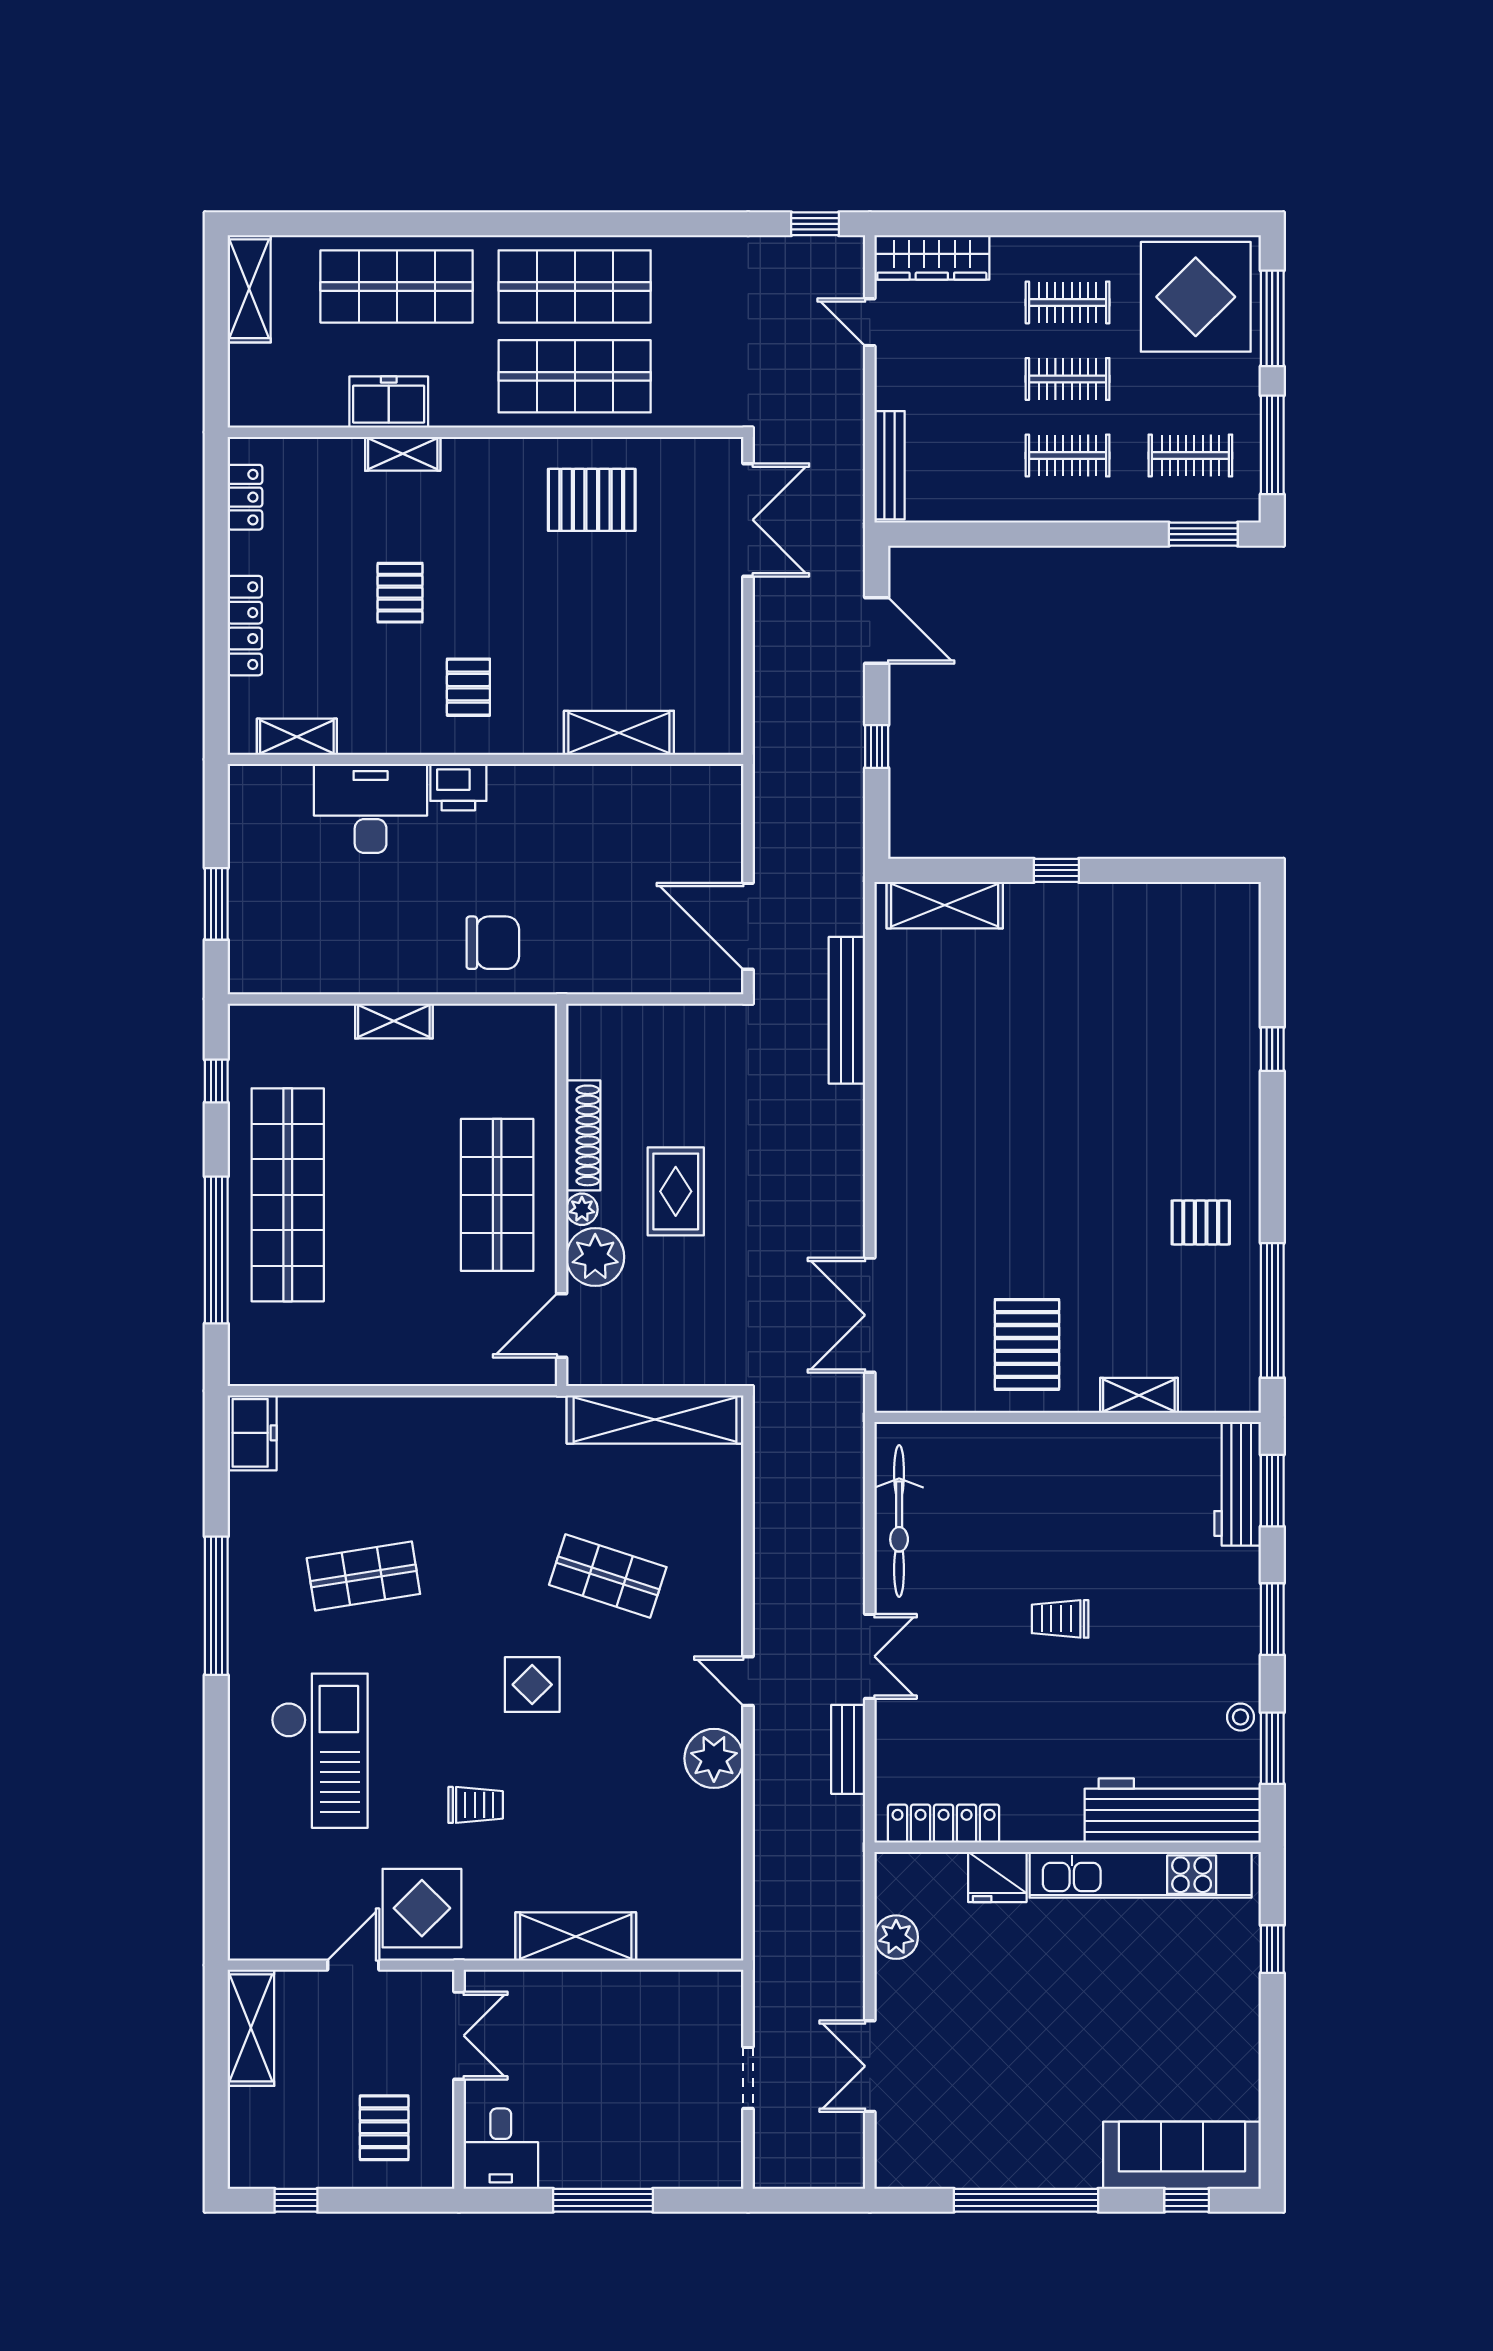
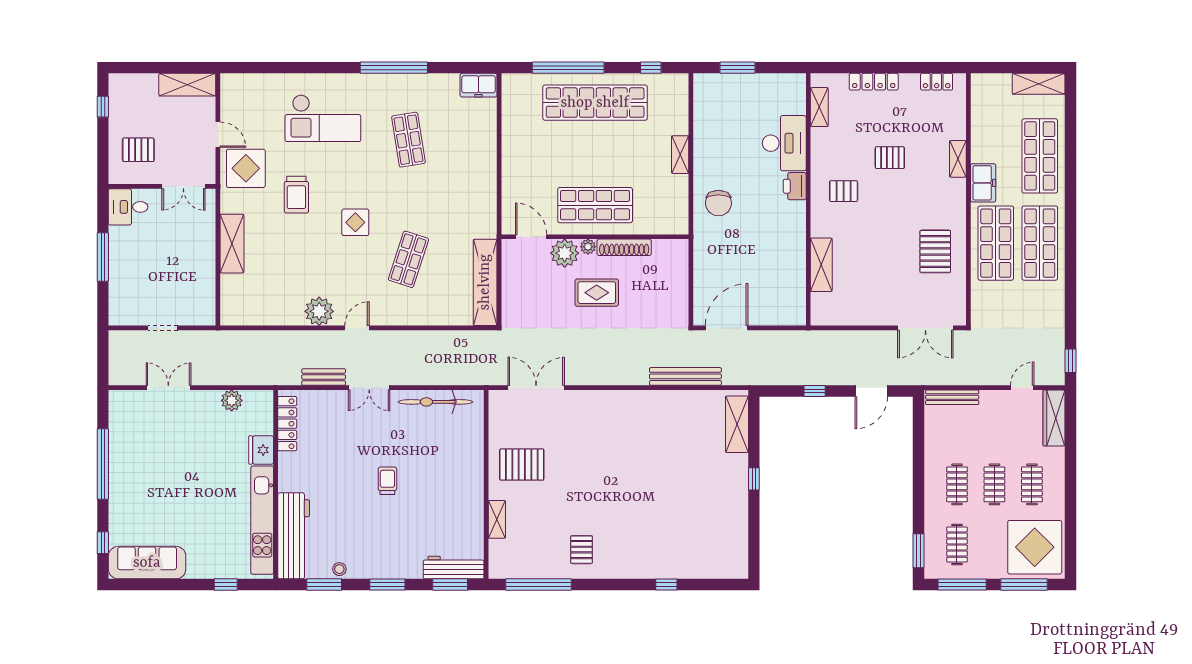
freezer: (389, 402) -> (983, 183), moved
trolley: (476, 1805) -> (296, 195), width x1.36, depth x1.39
sofa: (1182, 2155) -> (147, 563), moved, turned -90

